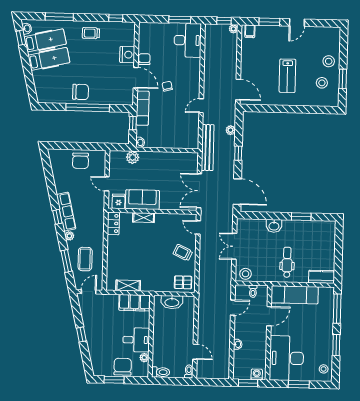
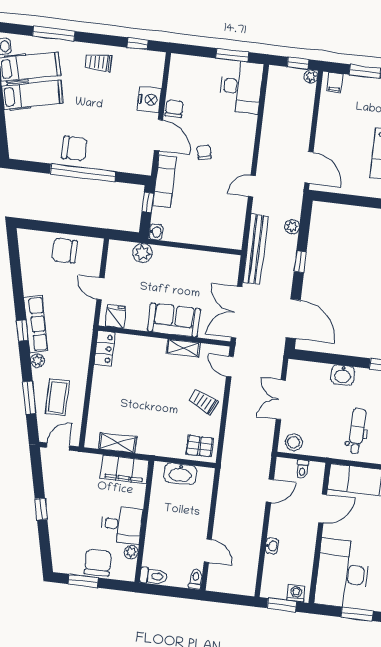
chair: (80, 161) -> (65, 251), turned 90
sofa: (142, 200) -> (174, 320), moved
shelving: (144, 218) -> (183, 348), moved

